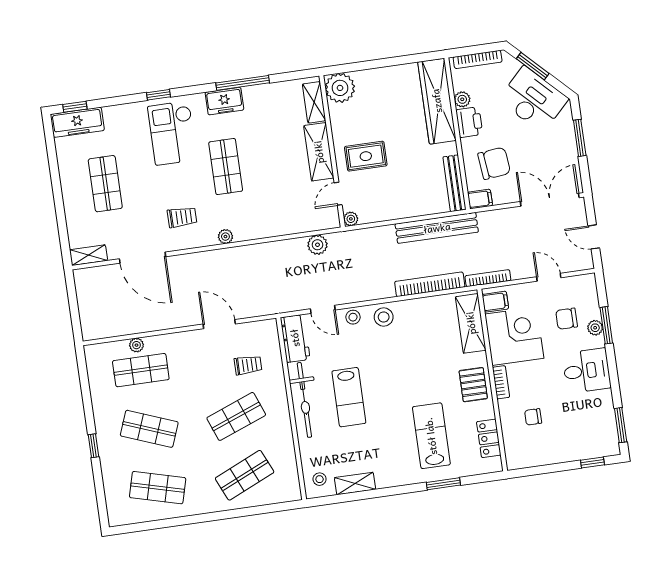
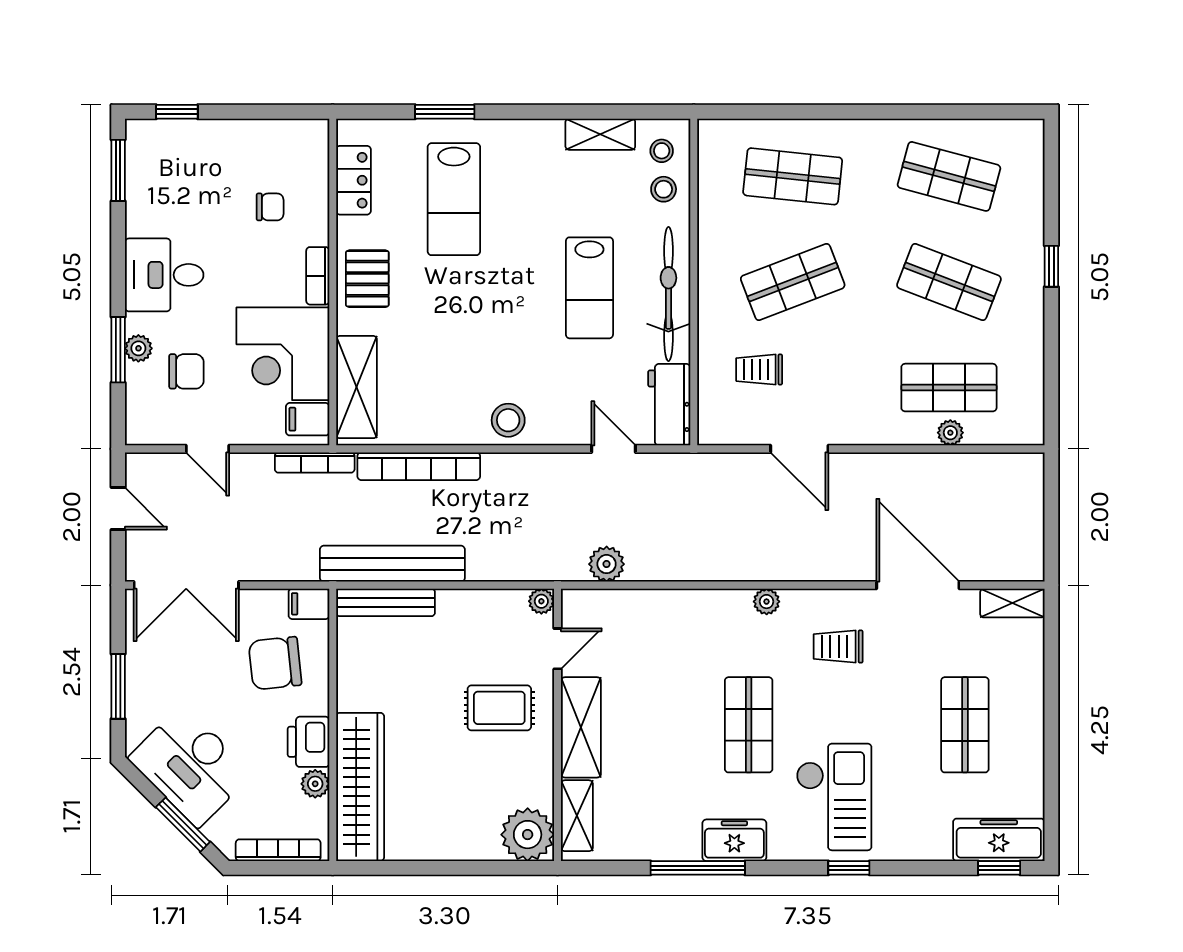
bench: (454, 183) -> (386, 602), moved, turned 90
stool: (353, 317) -> (664, 189), moved
lab bench: (349, 397) -> (589, 288), turned 180
shop shelf: (245, 475) -> (793, 176), turned 30

